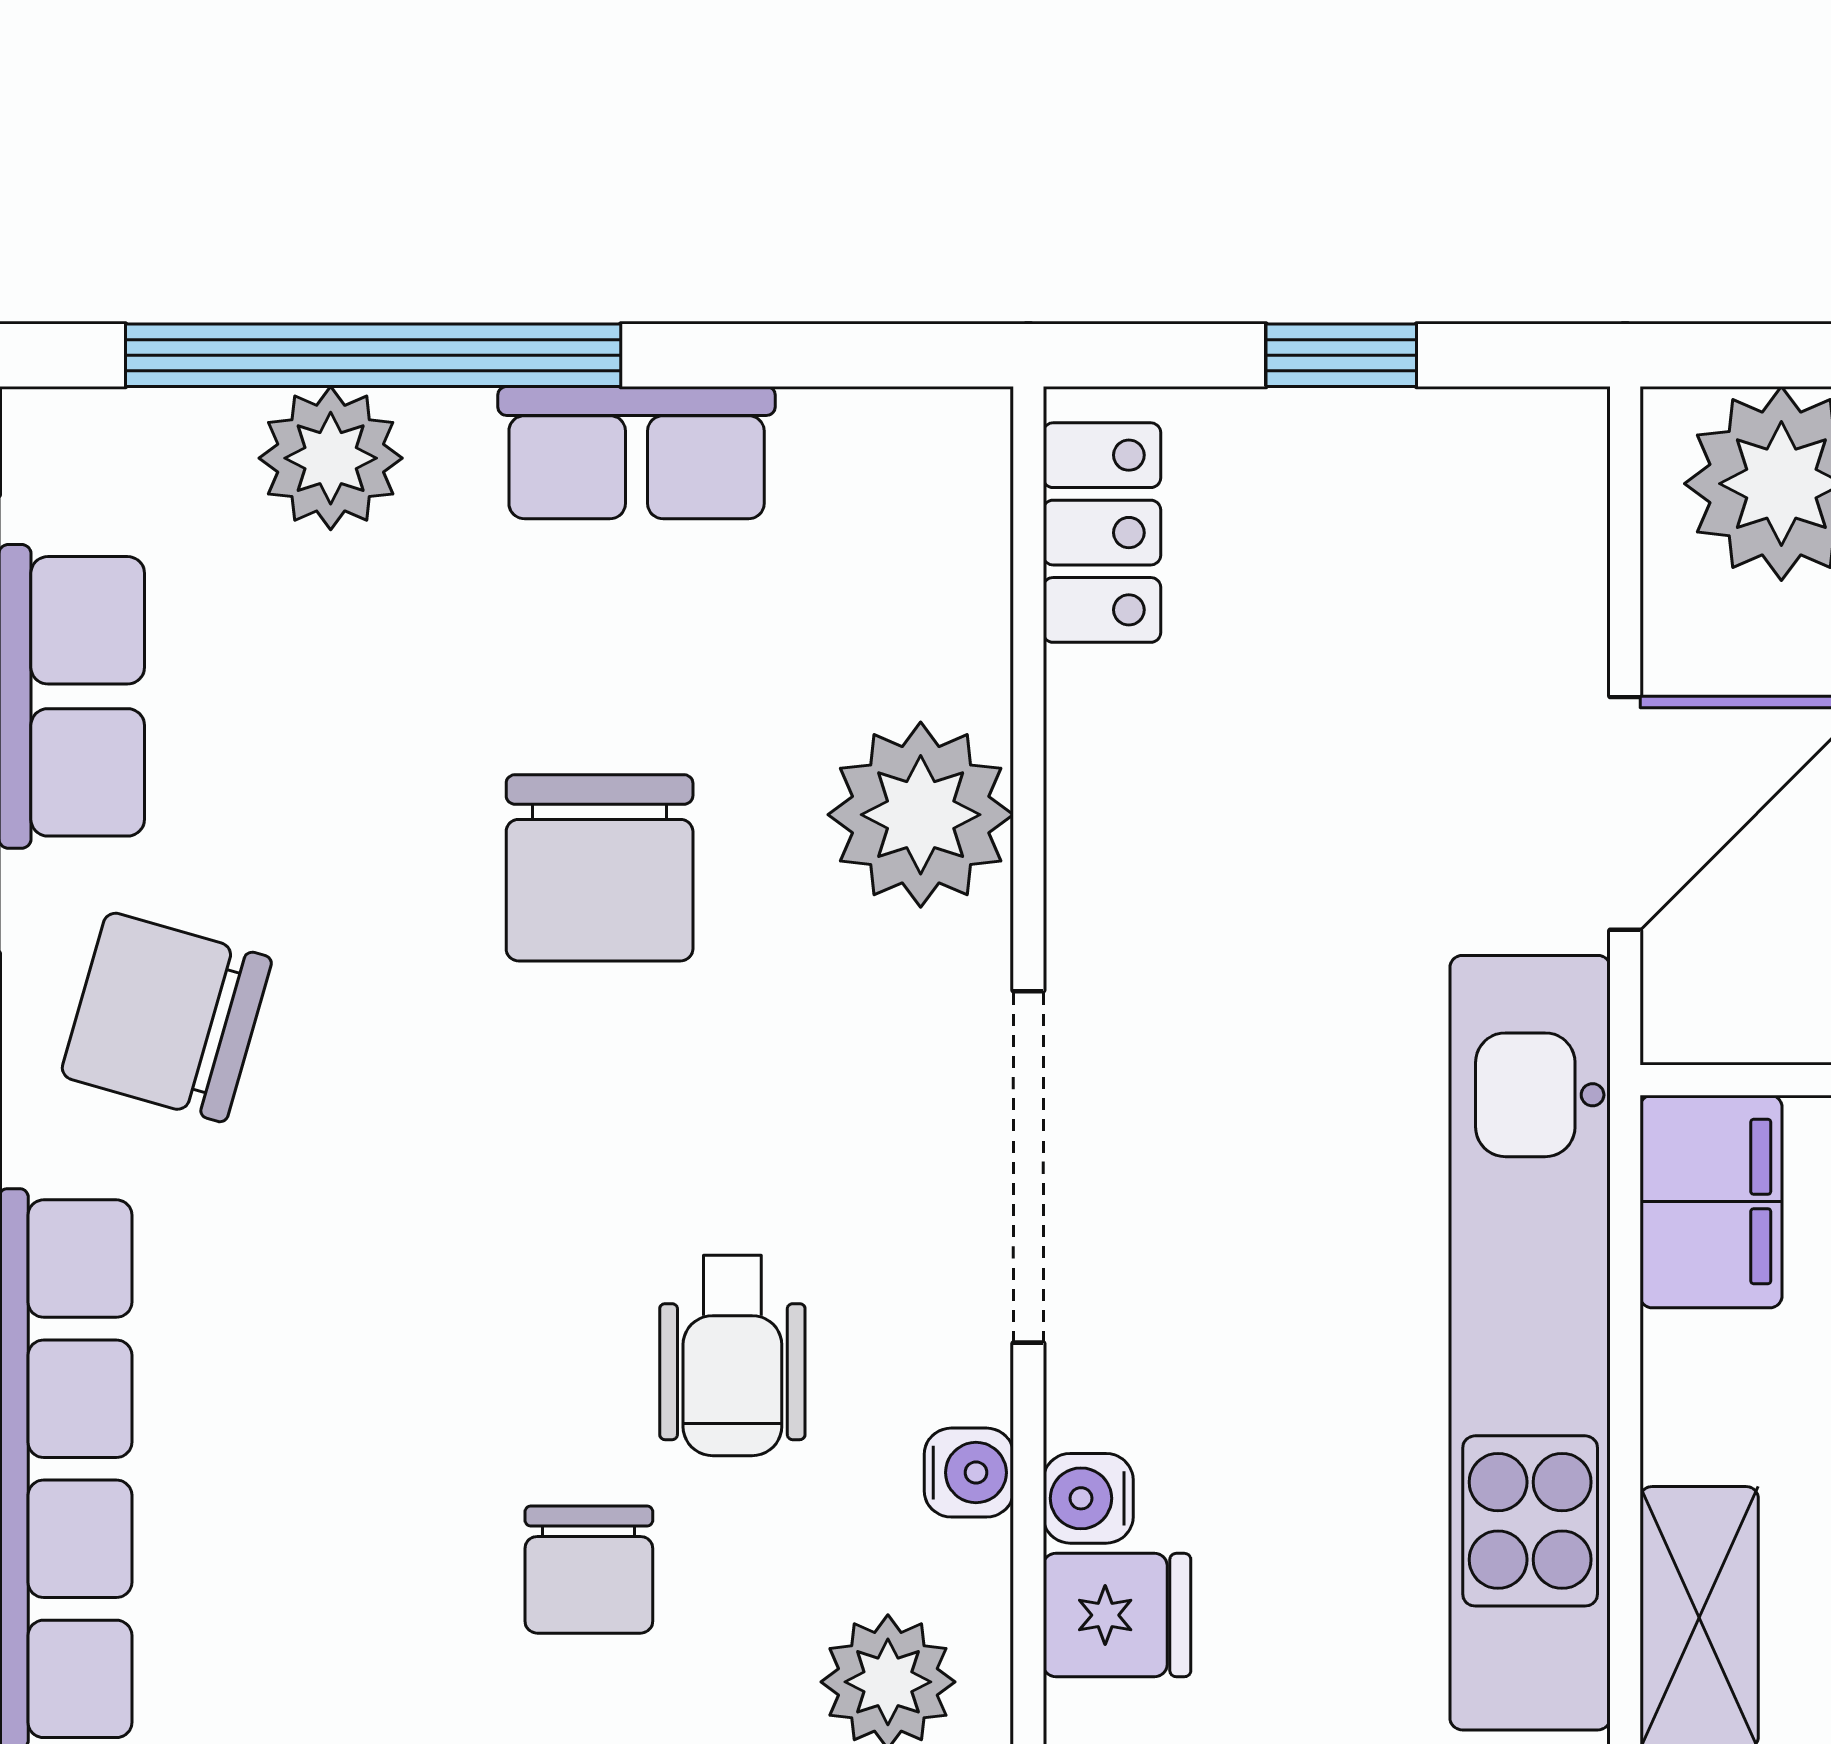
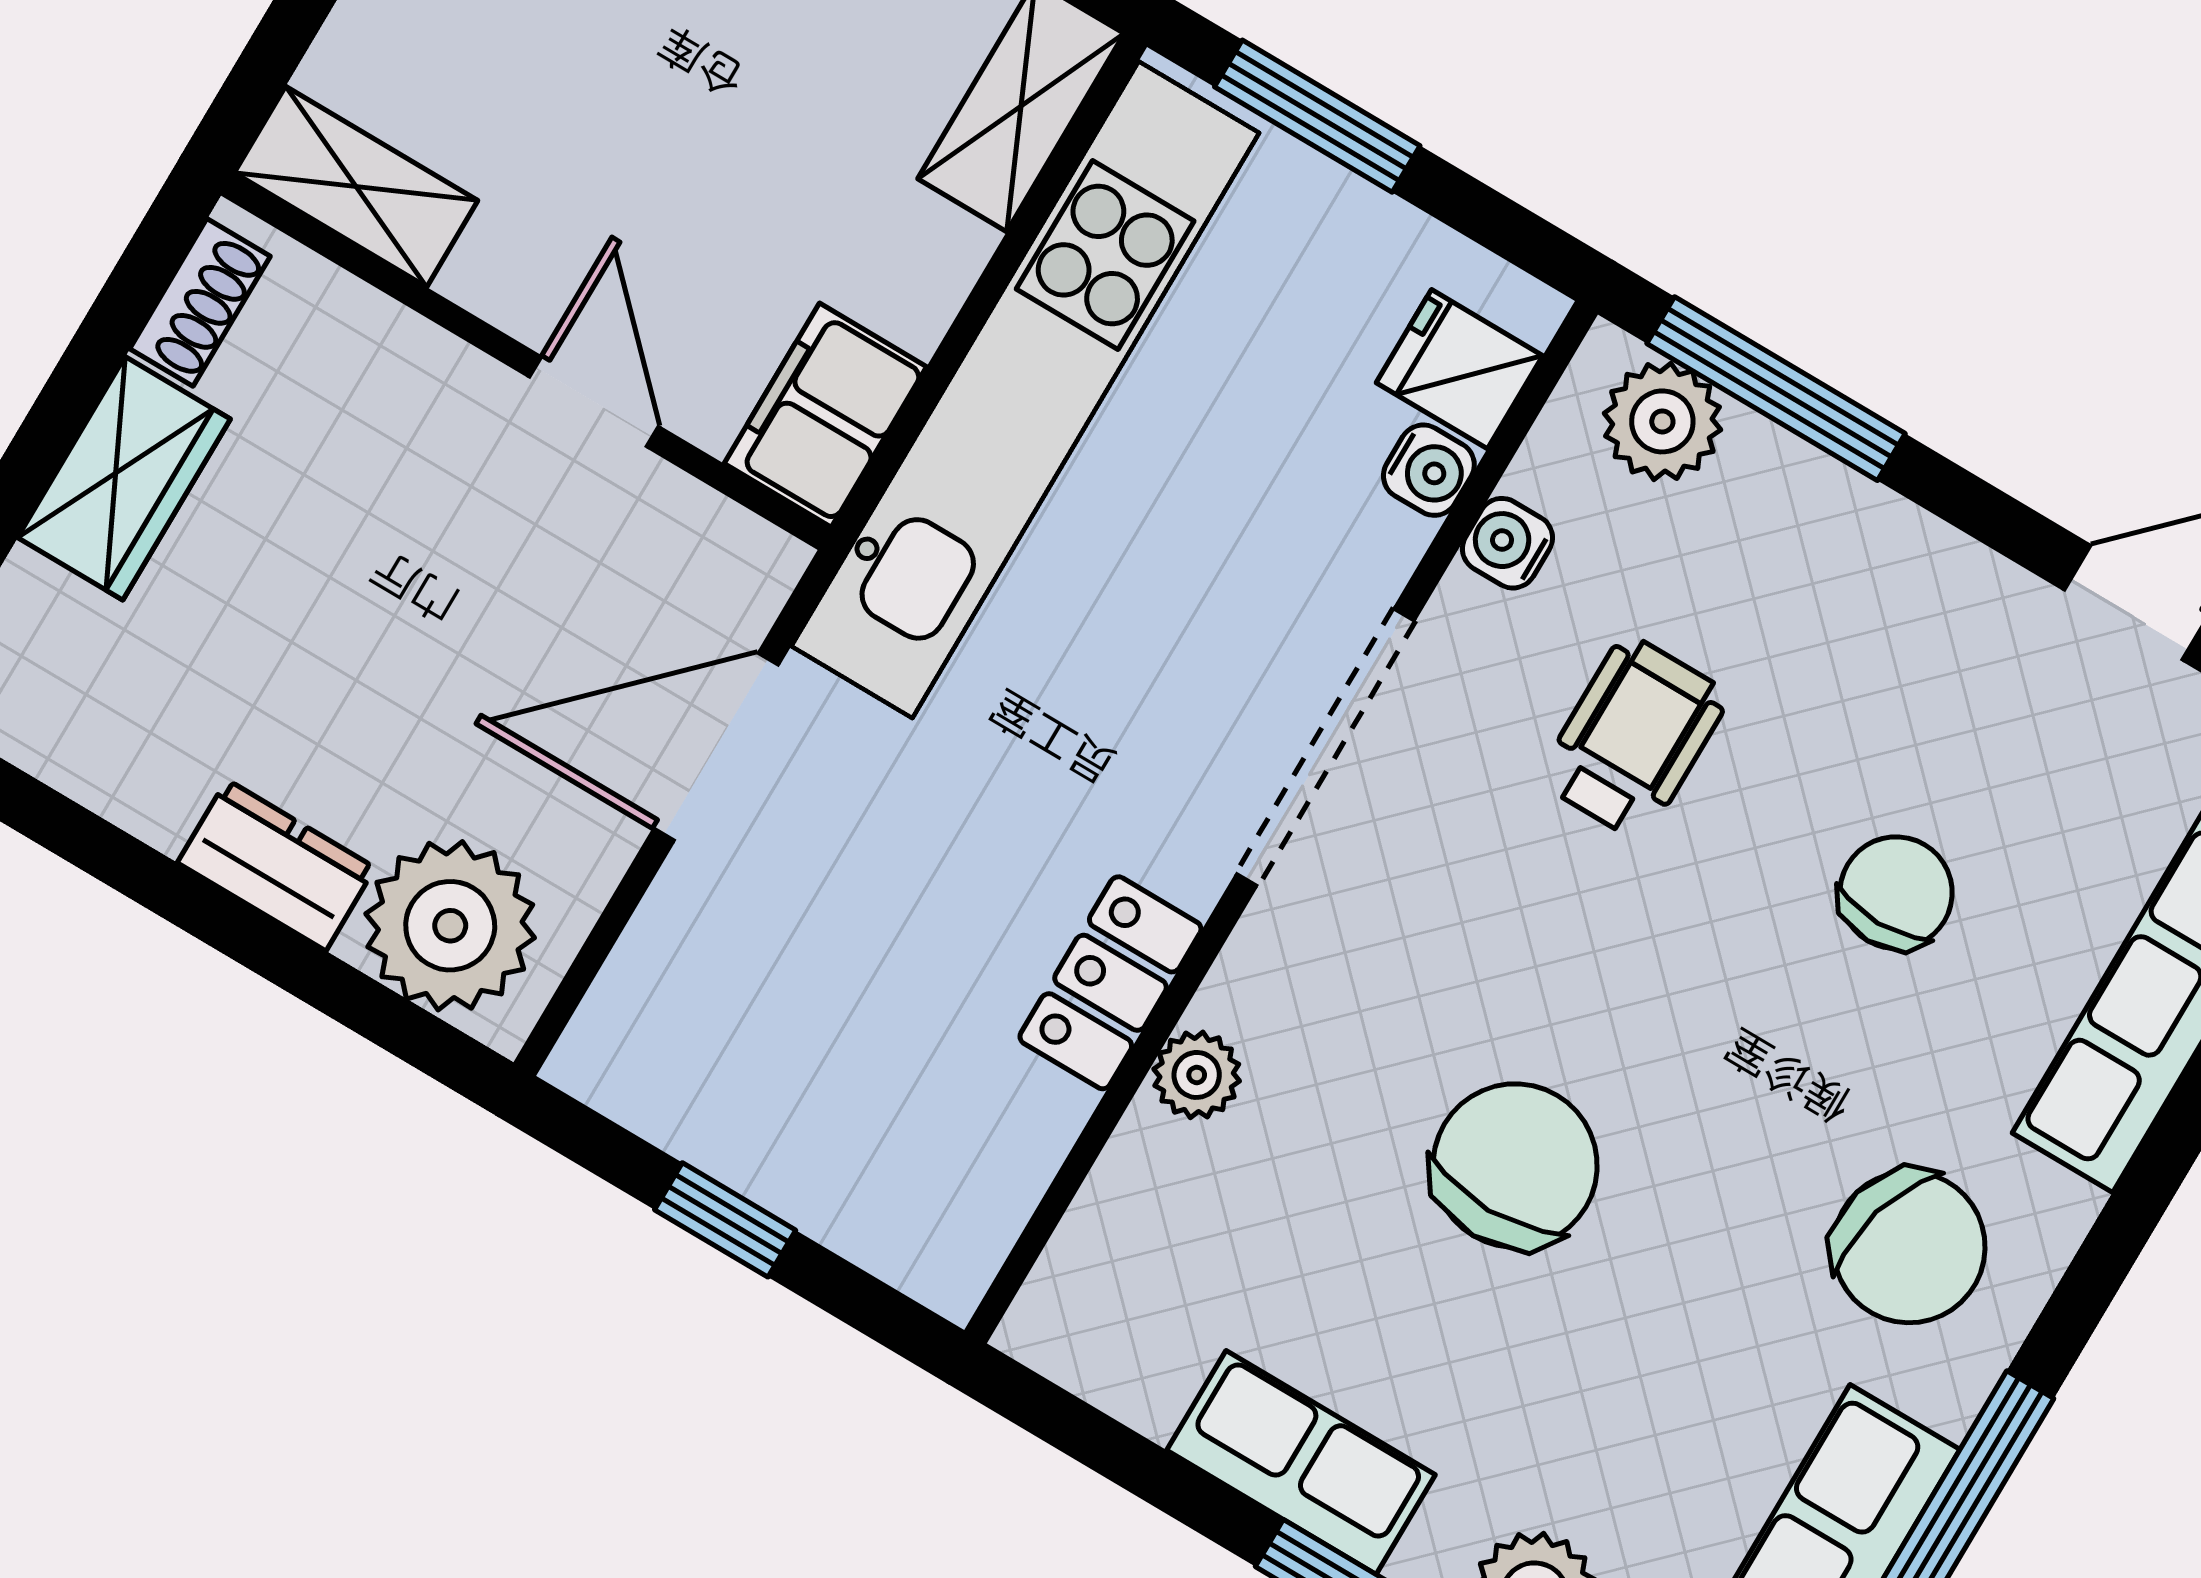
locker: (1102, 533) -> (1111, 983), moved
plant: (921, 815) -> (1197, 1075), width x0.53, depth x0.53
chair: (589, 1570) -> (1896, 893), moved

